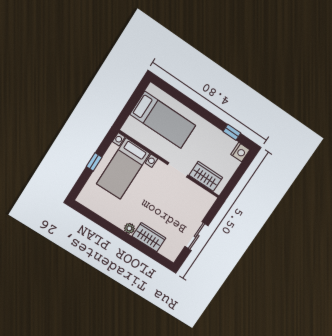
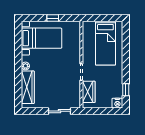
bed with nightstands: (123, 169) -> (42, 38), moved, turned 180
sliding door: (197, 236) -> (59, 111), moved
wardrobe: (149, 237) -> (28, 87), width x1.50

